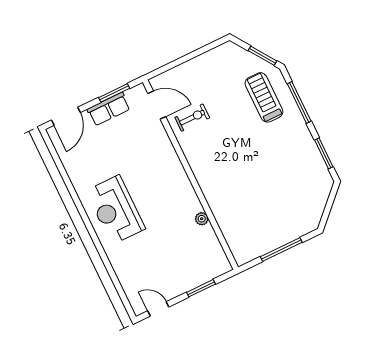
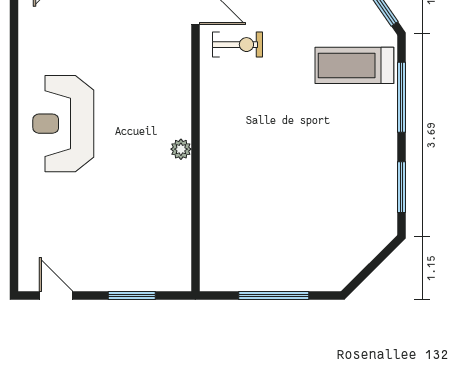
treadmill: (264, 97) -> (354, 65), turned -90
plant: (202, 219) -> (181, 149), moved

